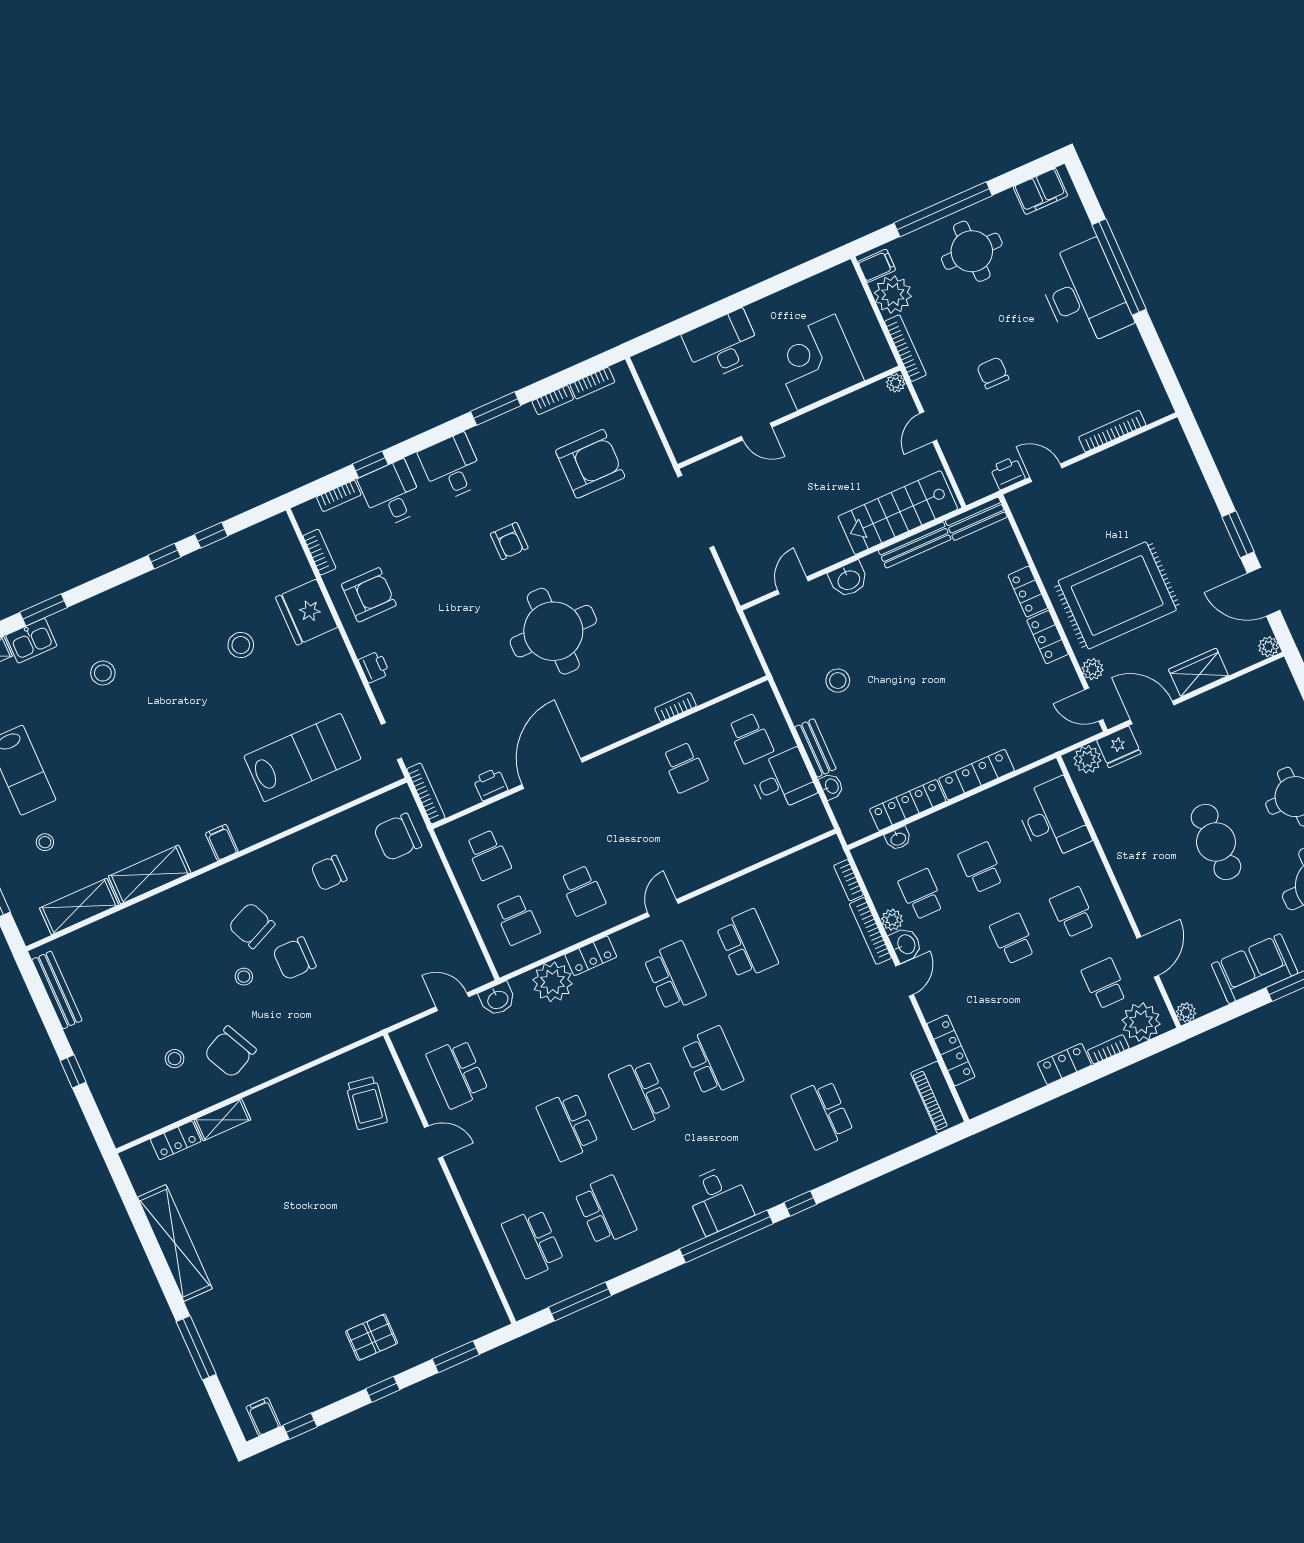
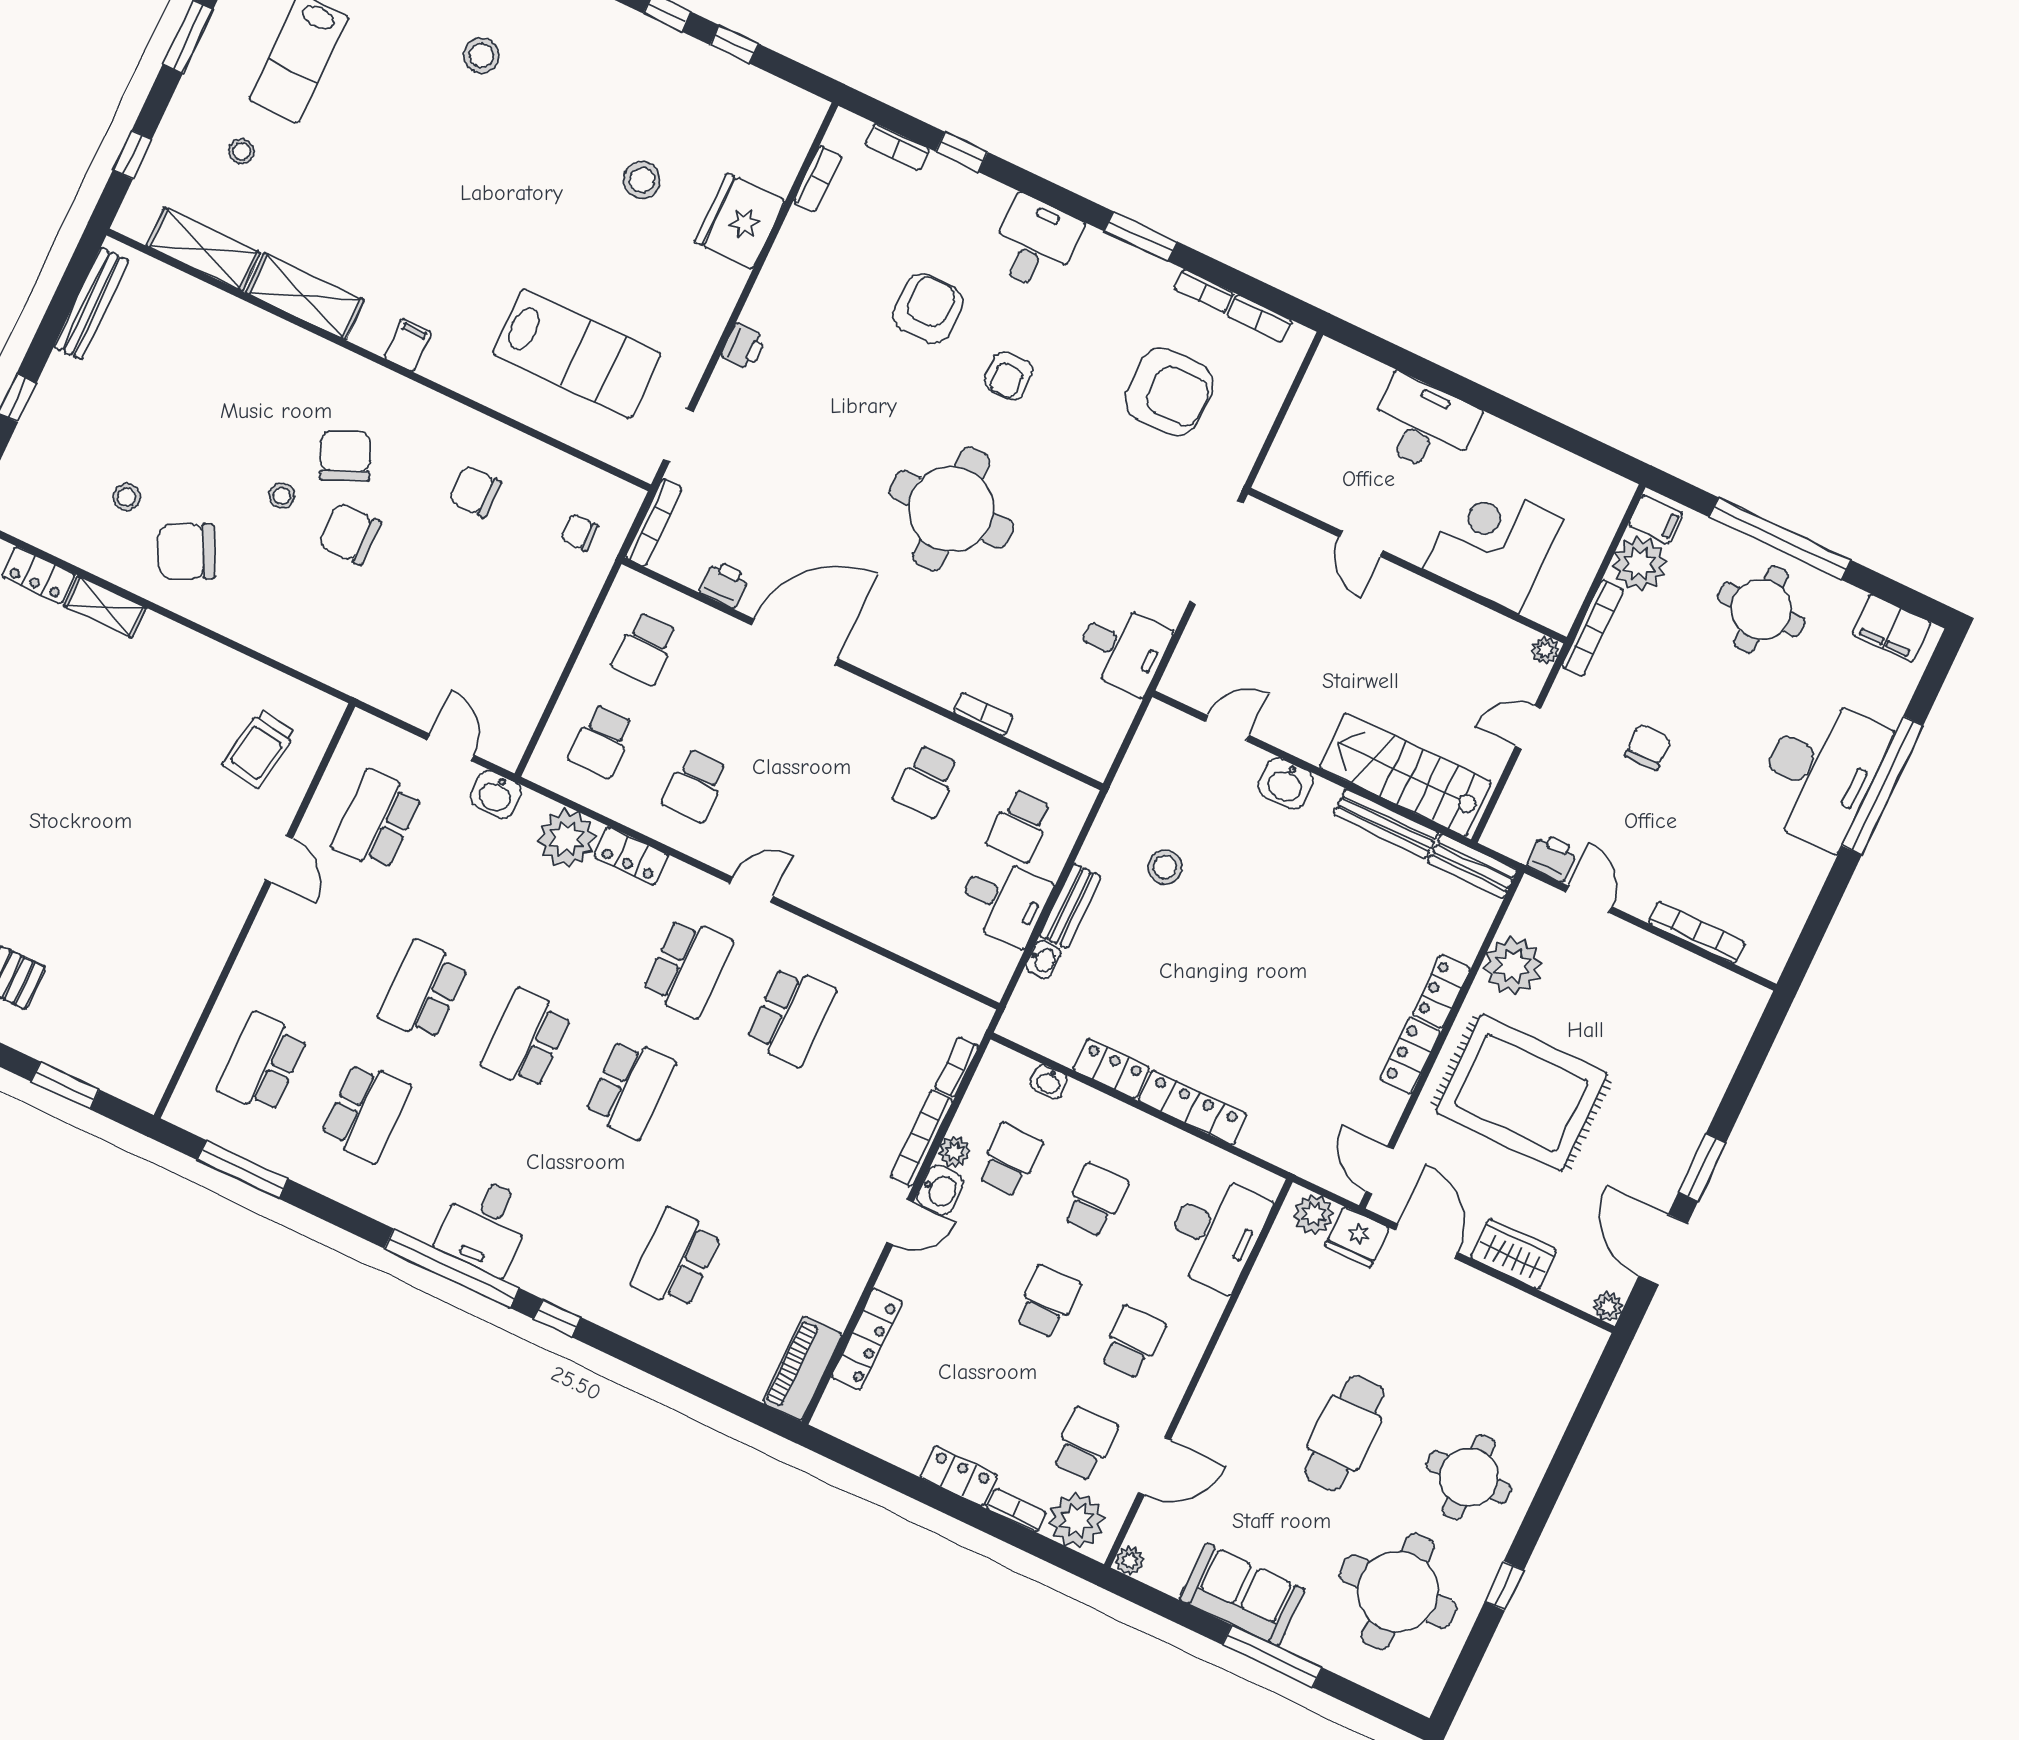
desk: (391, 494) -> (1122, 648), moved, turned 90
armchair: (369, 595) -> (928, 309), moved, turned -90
plant: (1093, 669) -> (1513, 966), moved, width x1.88, depth x1.88
locker: (908, 805) -> (1111, 1069), width x0.66
chair: (398, 837) -> (579, 532), width x0.54, depth x0.54

